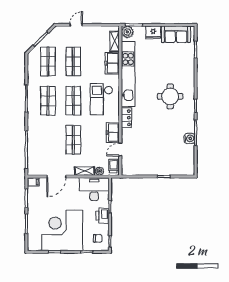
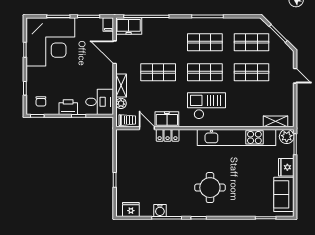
freezer: (112, 63) -> (129, 26), moved, turned 180
locker: (126, 118) -> (168, 135), moved
fridge: (189, 163) -> (131, 209), added
desk: (94, 189) -> (100, 102), width x0.73
corner desk: (62, 230) -> (50, 42), moved, turned 90

